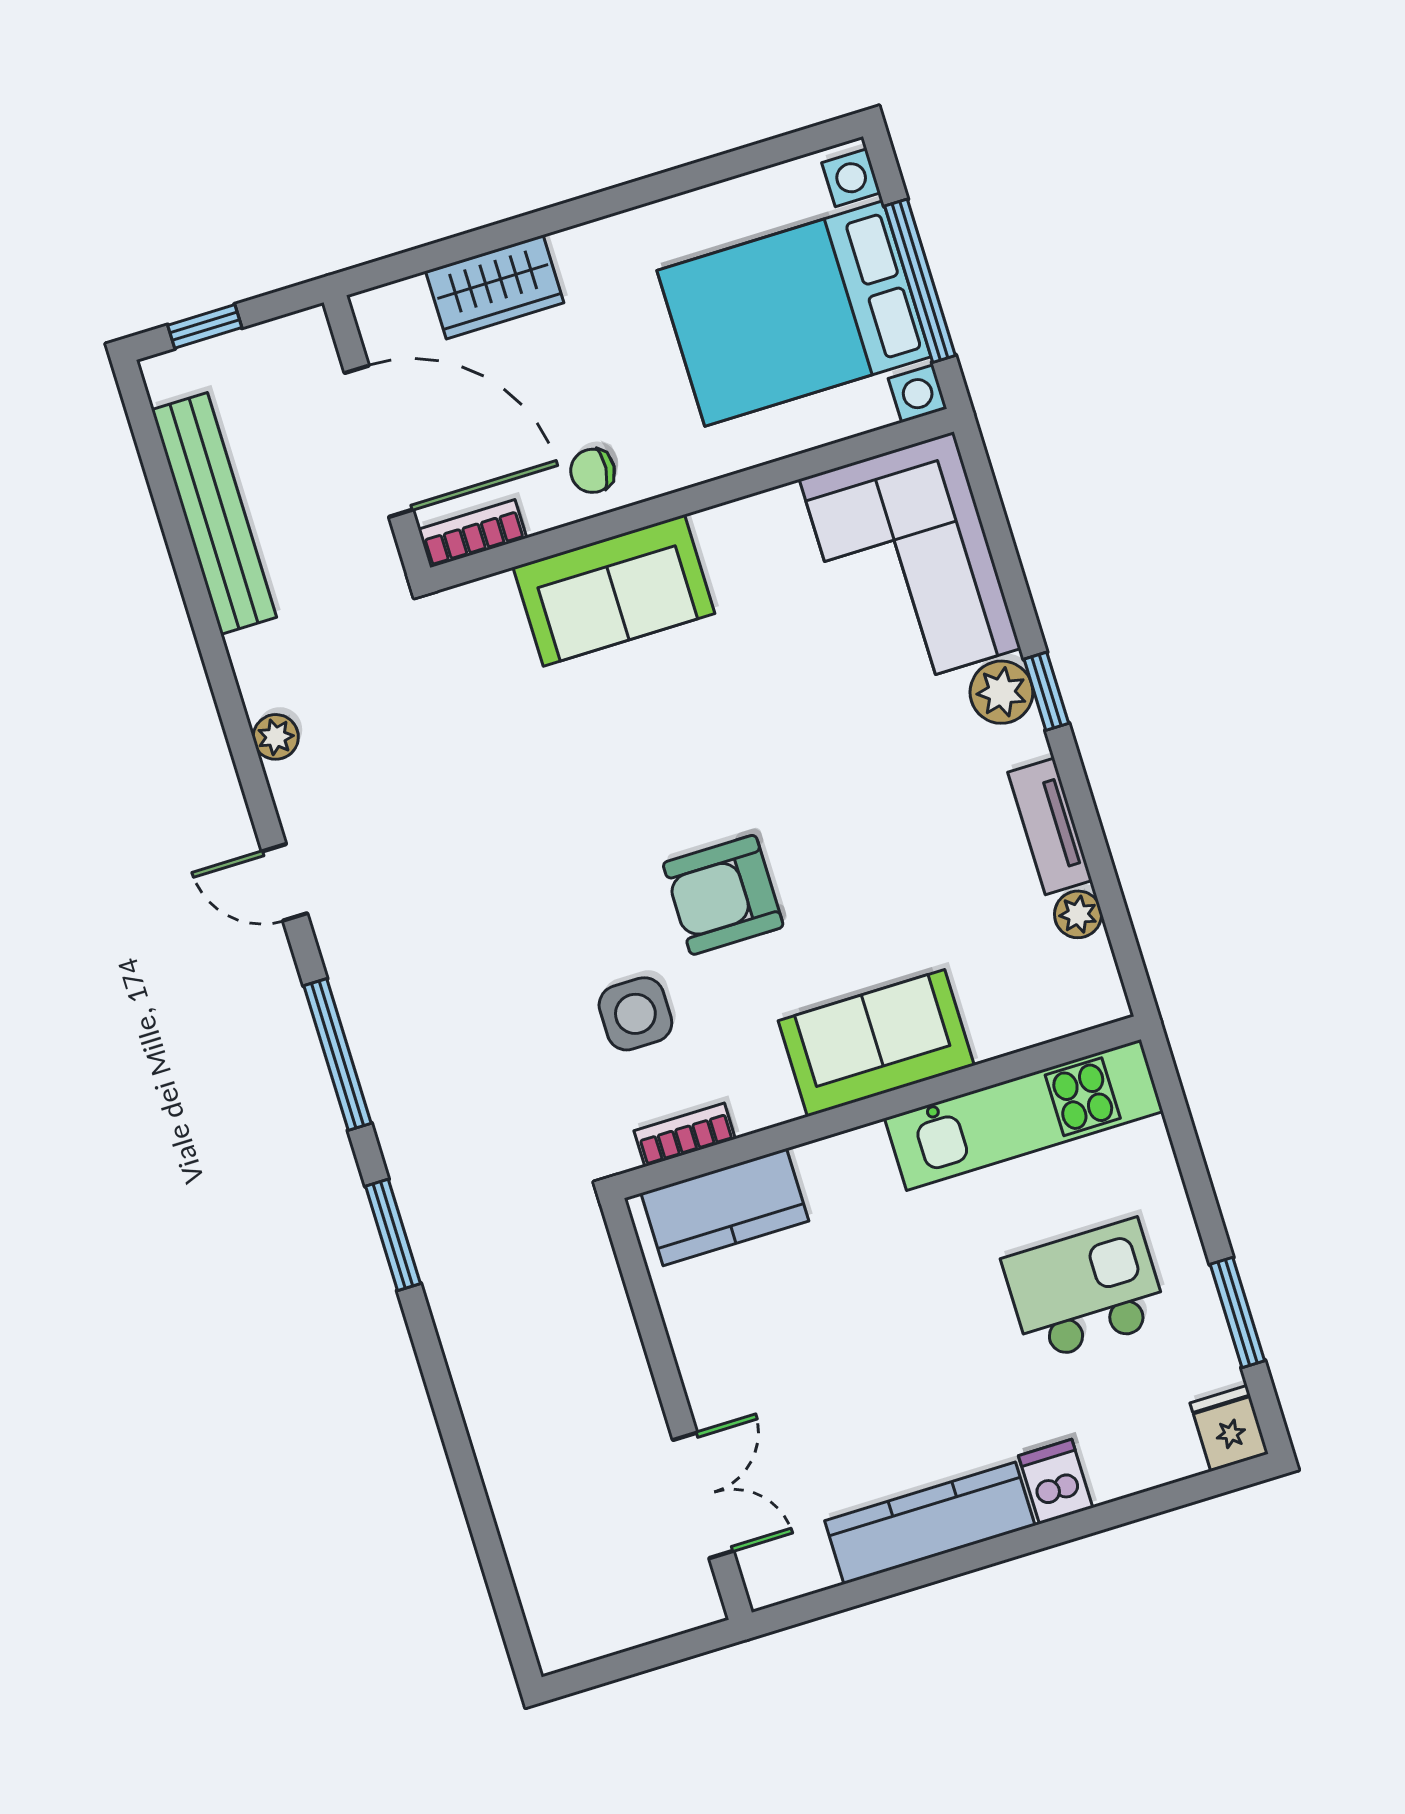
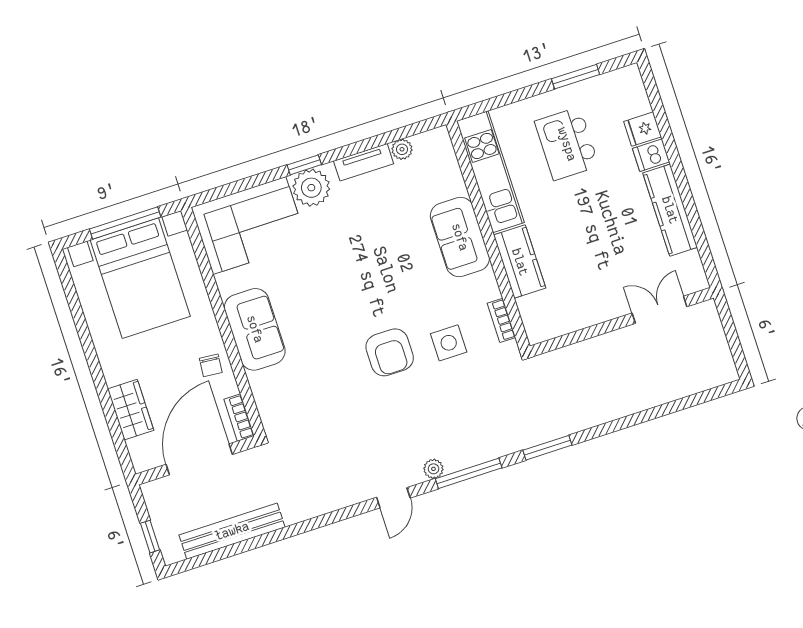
sofa: (614, 590) -> (255, 329), moved
plant: (1001, 692) -> (311, 188), width x1.36, depth x1.36
plant: (276, 737) -> (433, 469), moved
armchair: (723, 895) -> (390, 352), moved
kitchen counter: (725, 1207) -> (520, 262), moved
fridge: (1229, 1428) -> (643, 129), moved

